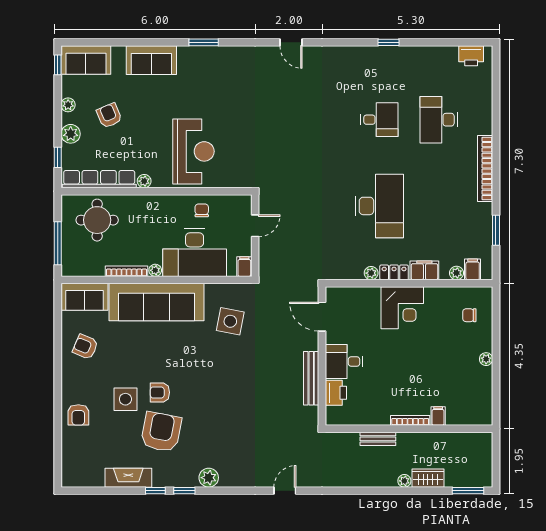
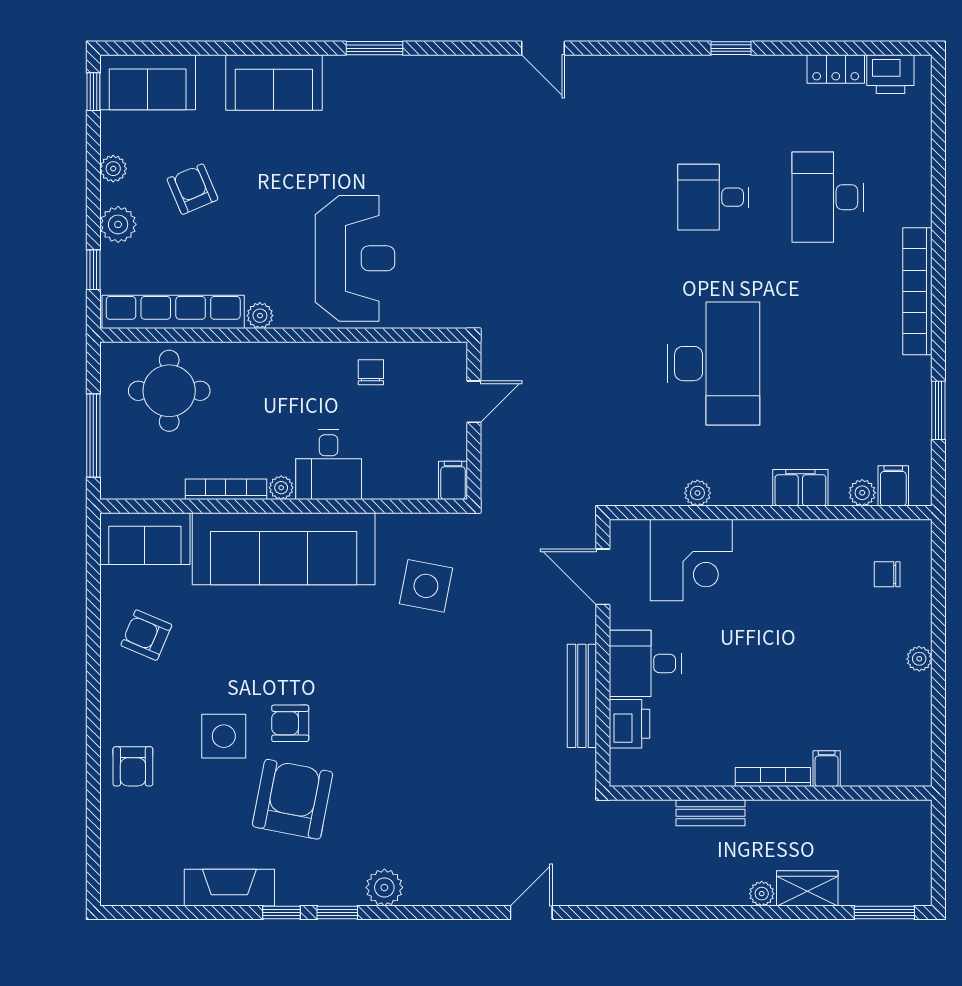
desk: (379, 120) -> (713, 197), turned 180
desk: (195, 253) -> (329, 464), width x0.53, depth x0.77
locker: (394, 272) -> (836, 69), moved, turned 180
corner desk: (402, 308) -> (691, 560), moved

